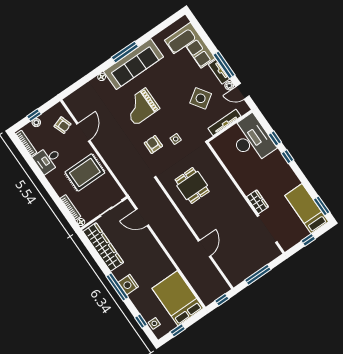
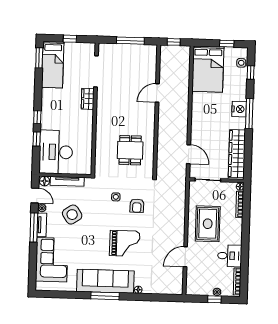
floor lamp: (243, 109) -> (44, 181), added
armchair: (63, 125) -> (198, 274), removed
rug: (85, 172) -> (208, 224), turned 90

